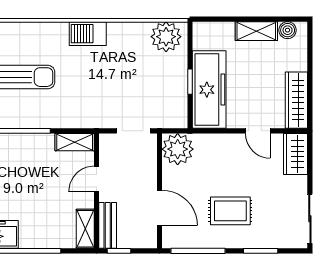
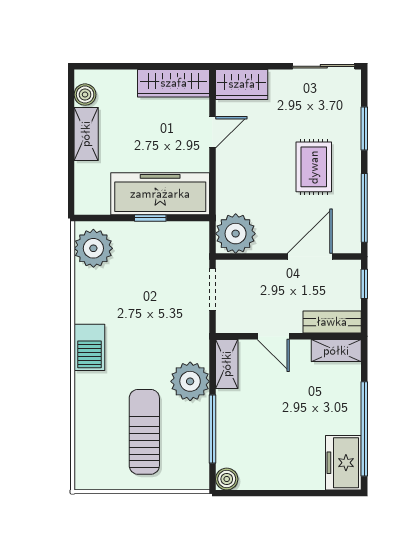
plant: (61, 113) -> (190, 381), added
window: (119, 251) -> (364, 284), moved

